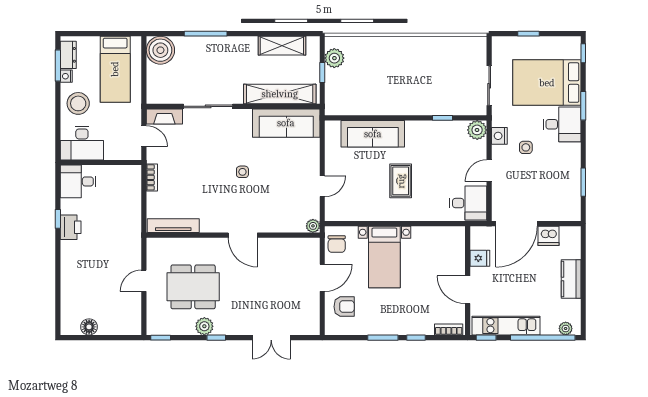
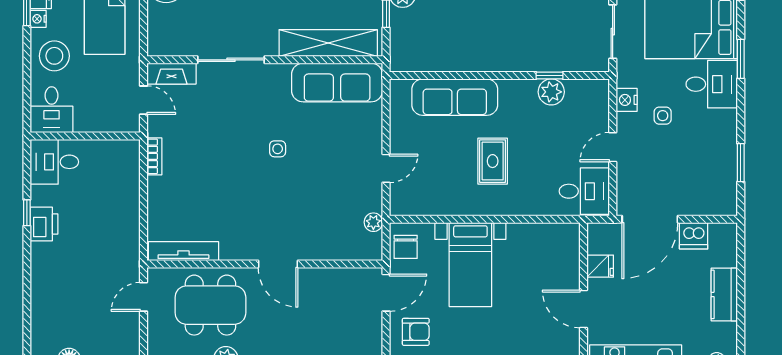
plant: (477, 130) -> (551, 92), moved
desk: (82, 143) -> (52, 110), width x0.73
tv unit: (173, 226) -> (183, 251), moved
wall: (233, 235) -> (265, 264), moved
door: (243, 235) -> (278, 264), moved

